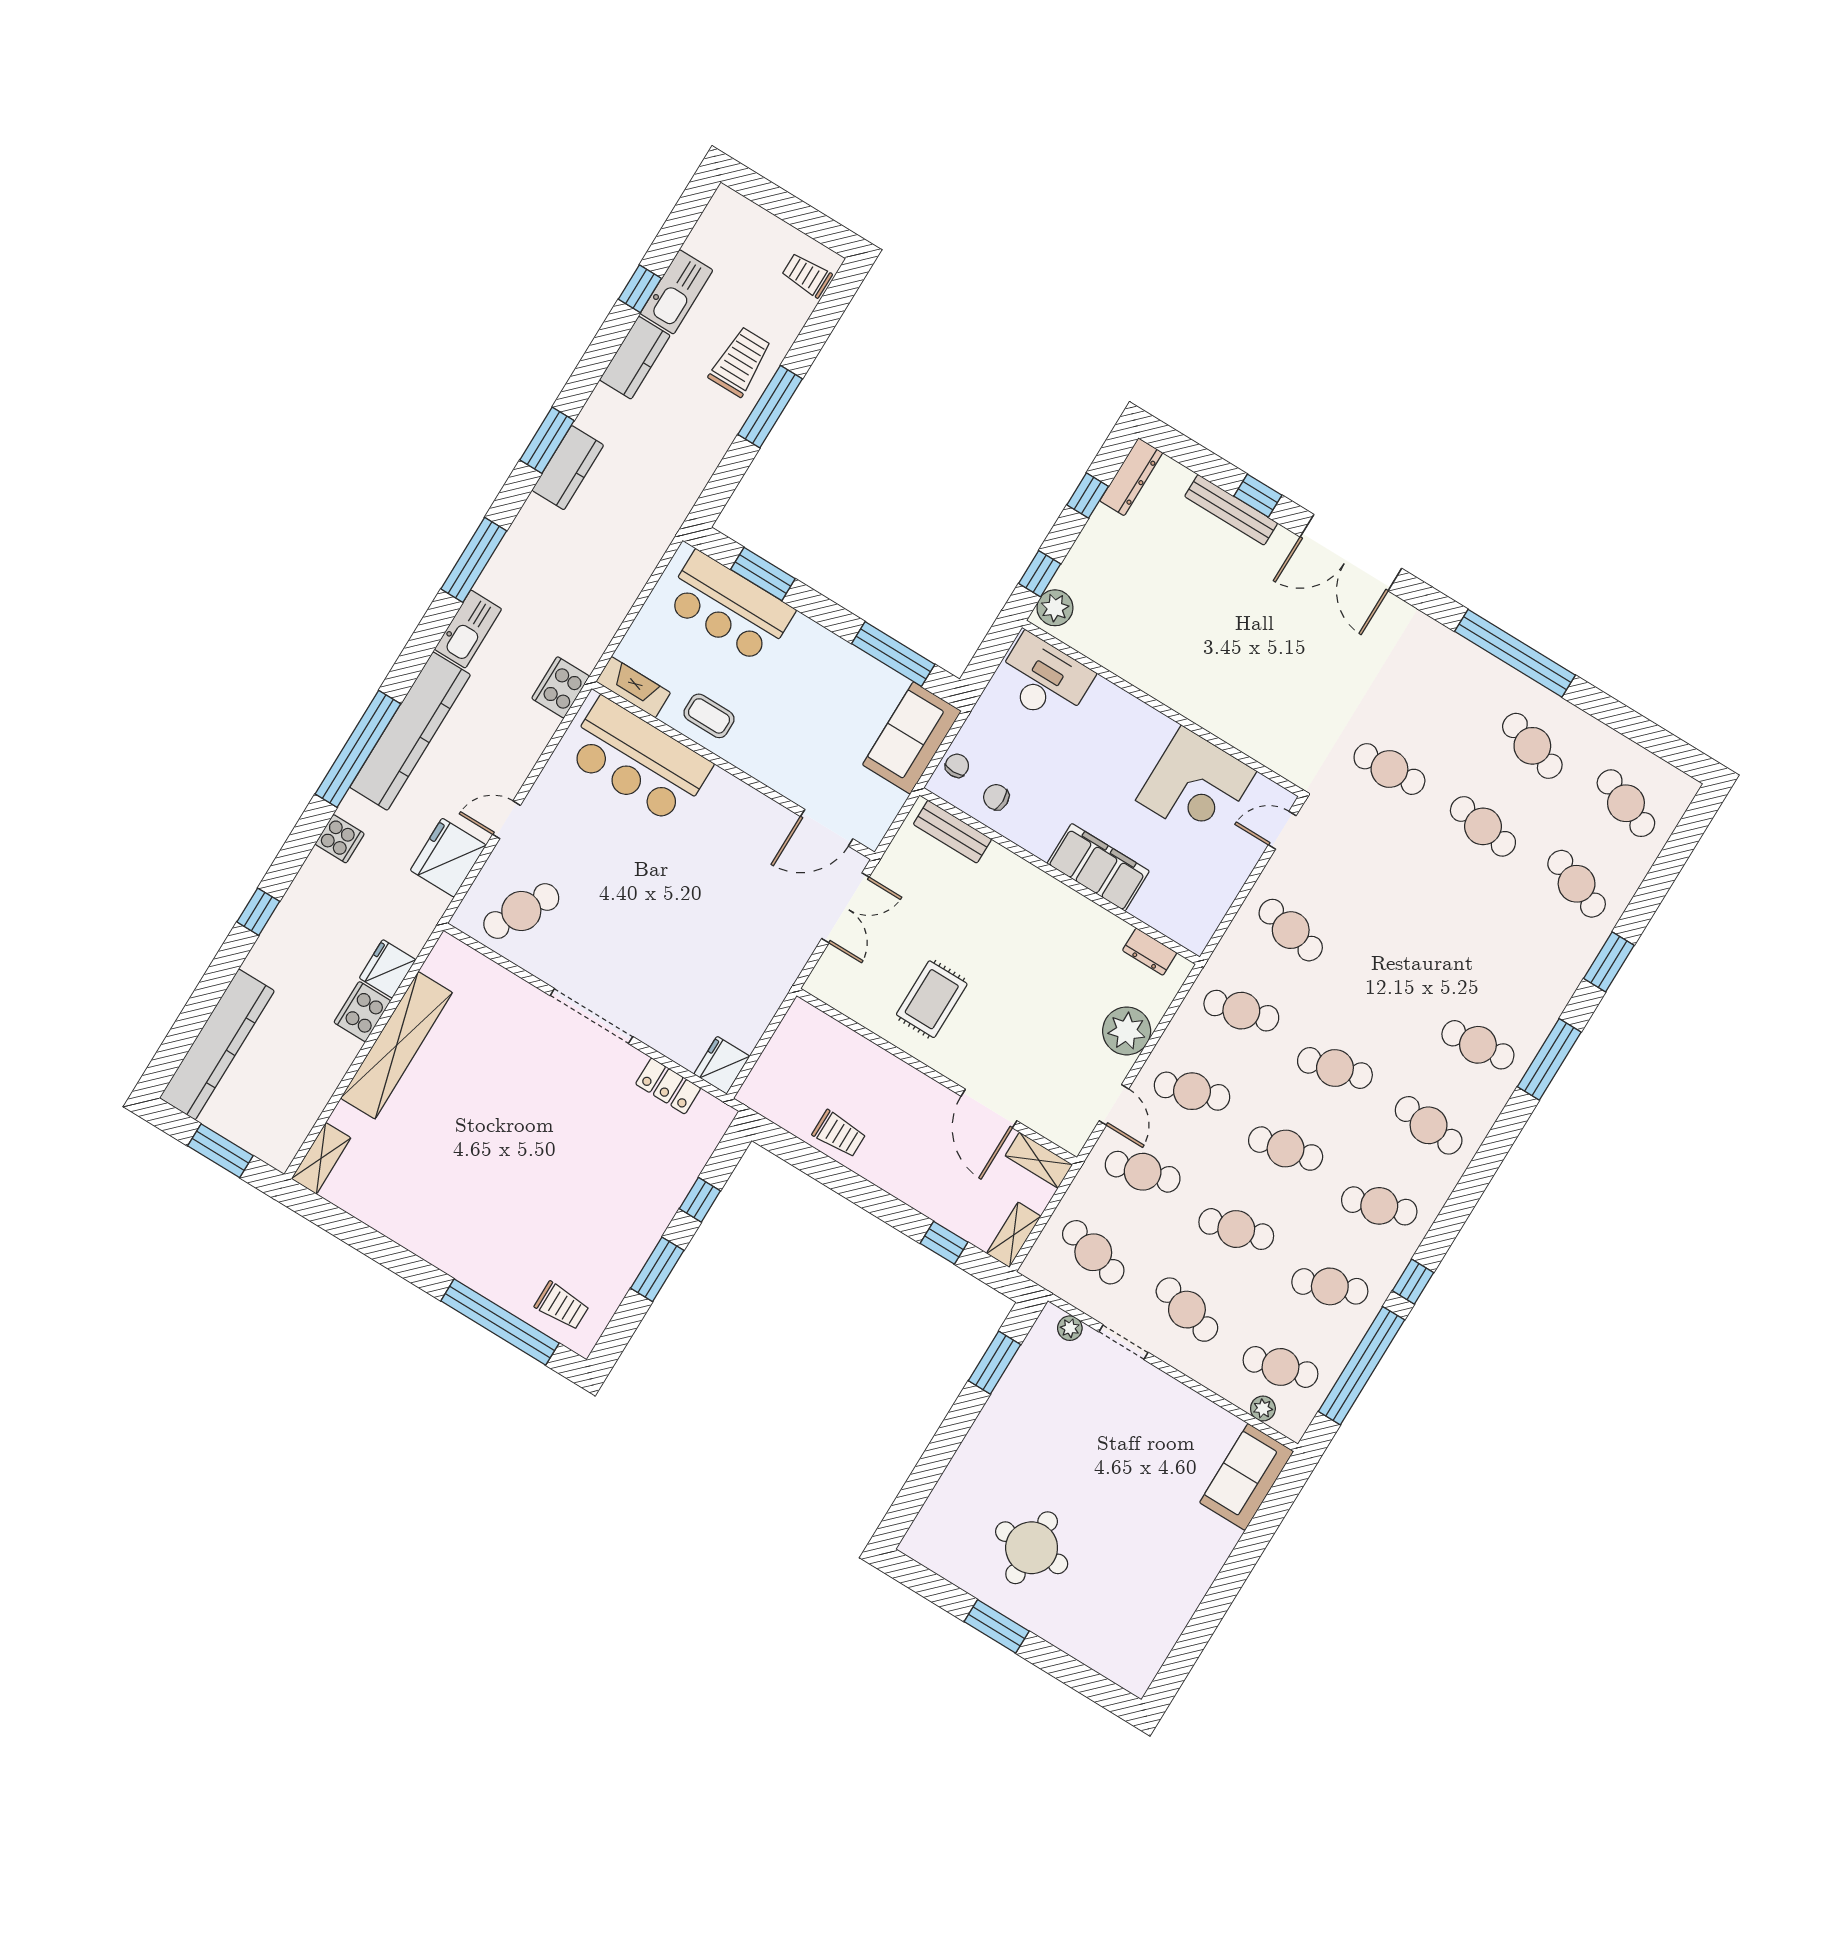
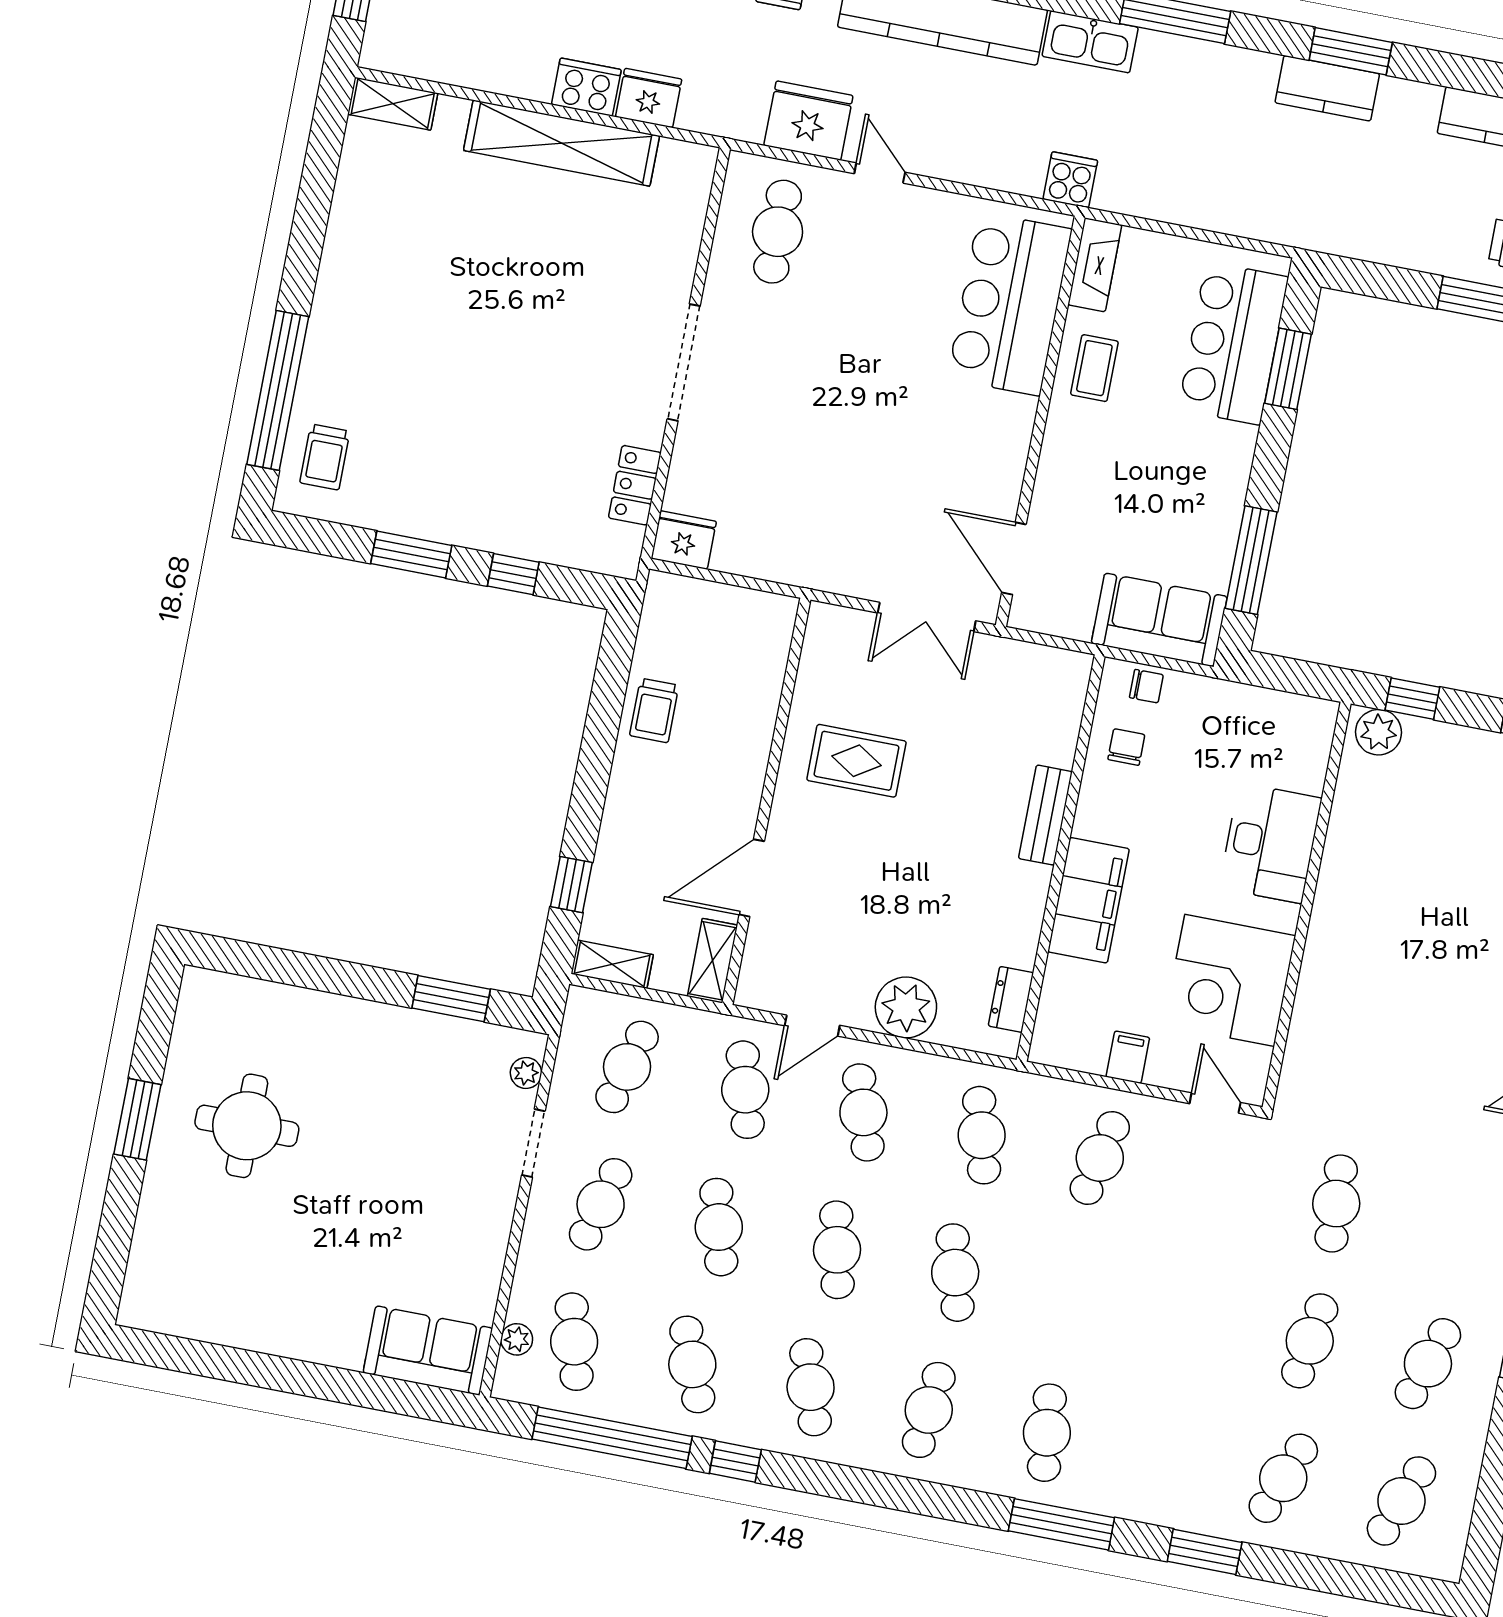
desk: (1044, 679) -> (1270, 843), moved
cooker: (561, 687) -> (1070, 180), width x0.73
bench: (952, 832) -> (1045, 815), moved
filing cabinet: (1224, 882) -> (1128, 1057), added
cafe table: (521, 911) -> (778, 232), turned 60

